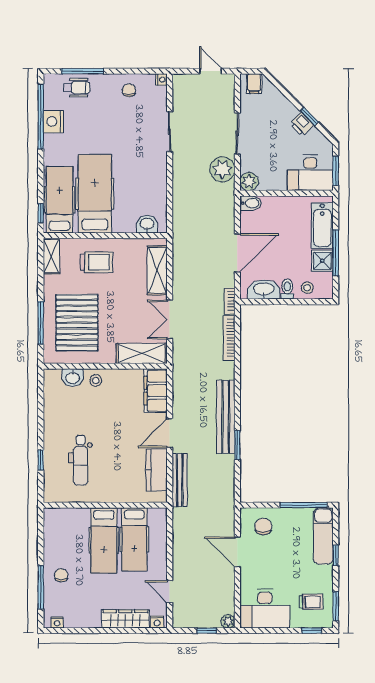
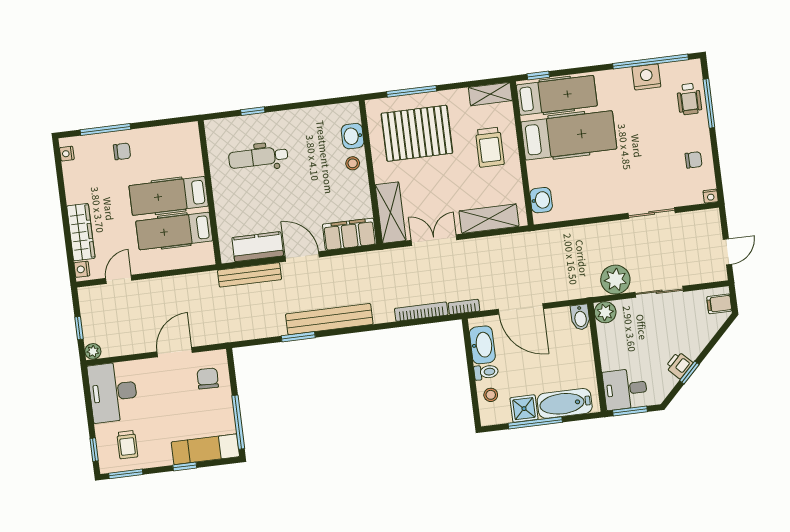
desk: (310, 173) -> (625, 389), width x0.73
chair: (263, 527) -> (208, 378), turned -88

